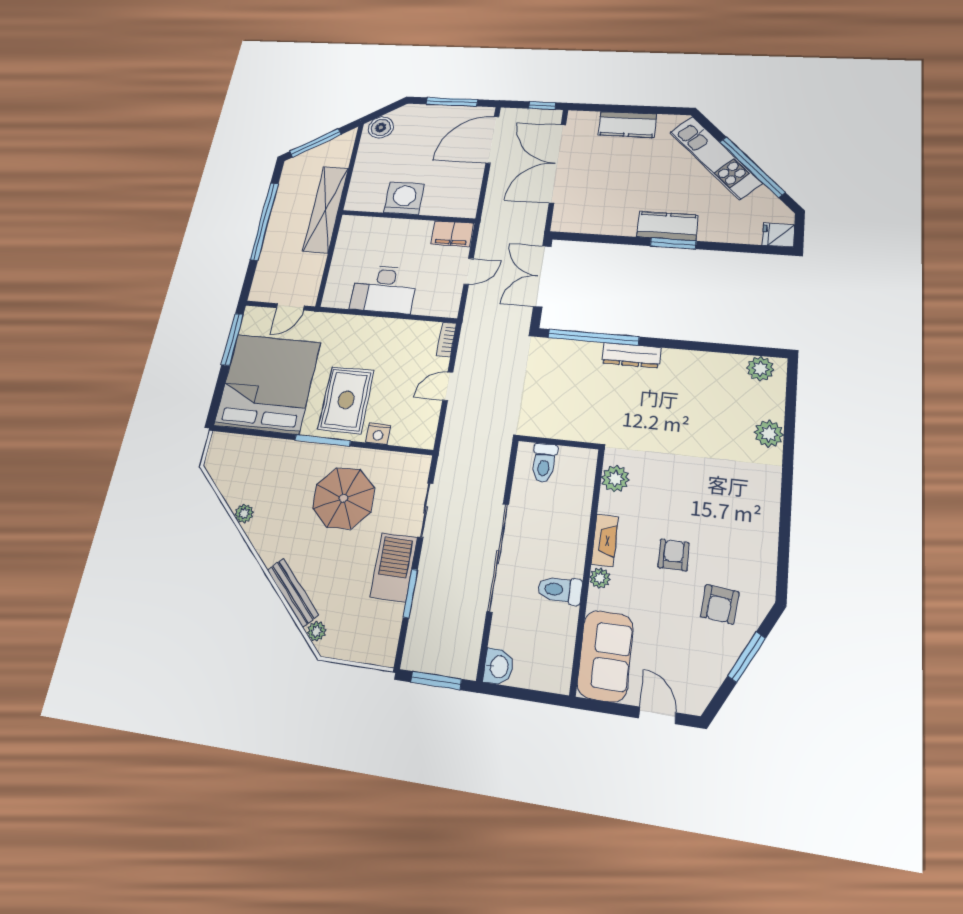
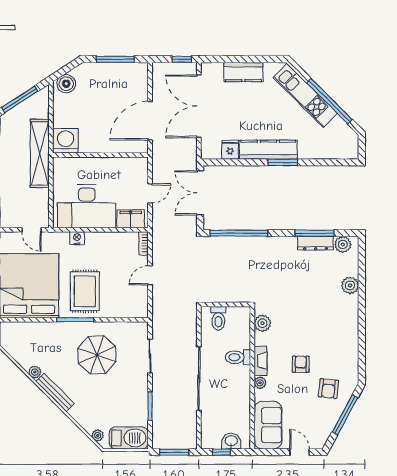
door: (492, 140) -> (150, 121), moved
washing machine: (404, 198) -> (66, 141), moved
kitchen counter: (668, 226) -> (268, 150), width x1.50
filing cabinet: (452, 234) -> (131, 219), moved, turned 180
fridge: (778, 235) -> (230, 150), moved, turned 90
desk: (384, 289) -> (87, 206), width x1.36, depth x1.30
door: (290, 307) -> (32, 230), hinge flipped
window: (715, 348) -> (314, 233), added
dresser: (631, 355) -> (316, 243), moved
nightstand: (378, 434) -> (77, 238), moved, turned 180
barbecue: (394, 567) -> (129, 438), moved, turned 90
toilet: (560, 590) -> (238, 357), moved
bench: (293, 592) -> (55, 392), moved
window: (747, 657) -> (345, 415), width x1.44
washbasin: (499, 667) -> (231, 441), moved, turned -90
window: (518, 693) -> (222, 452), added

